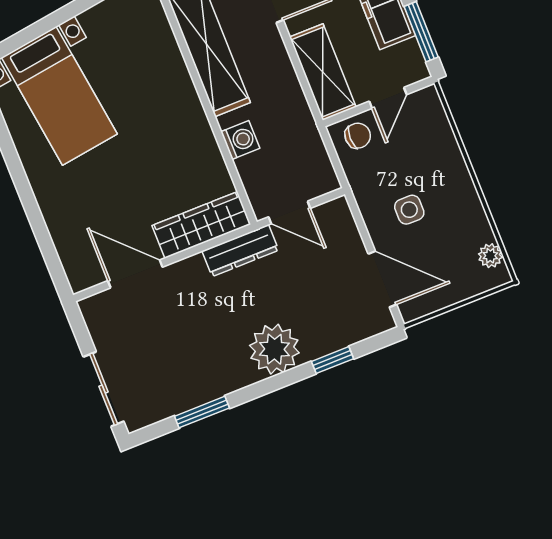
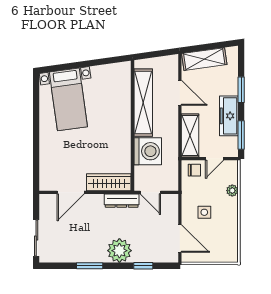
washing machine: (240, 140) -> (148, 151), width x1.89, depth x1.89
plant: (490, 256) -> (232, 191), moved
door: (135, 274) -> (71, 192), swing flipped
window: (202, 412) -> (90, 266), moved

